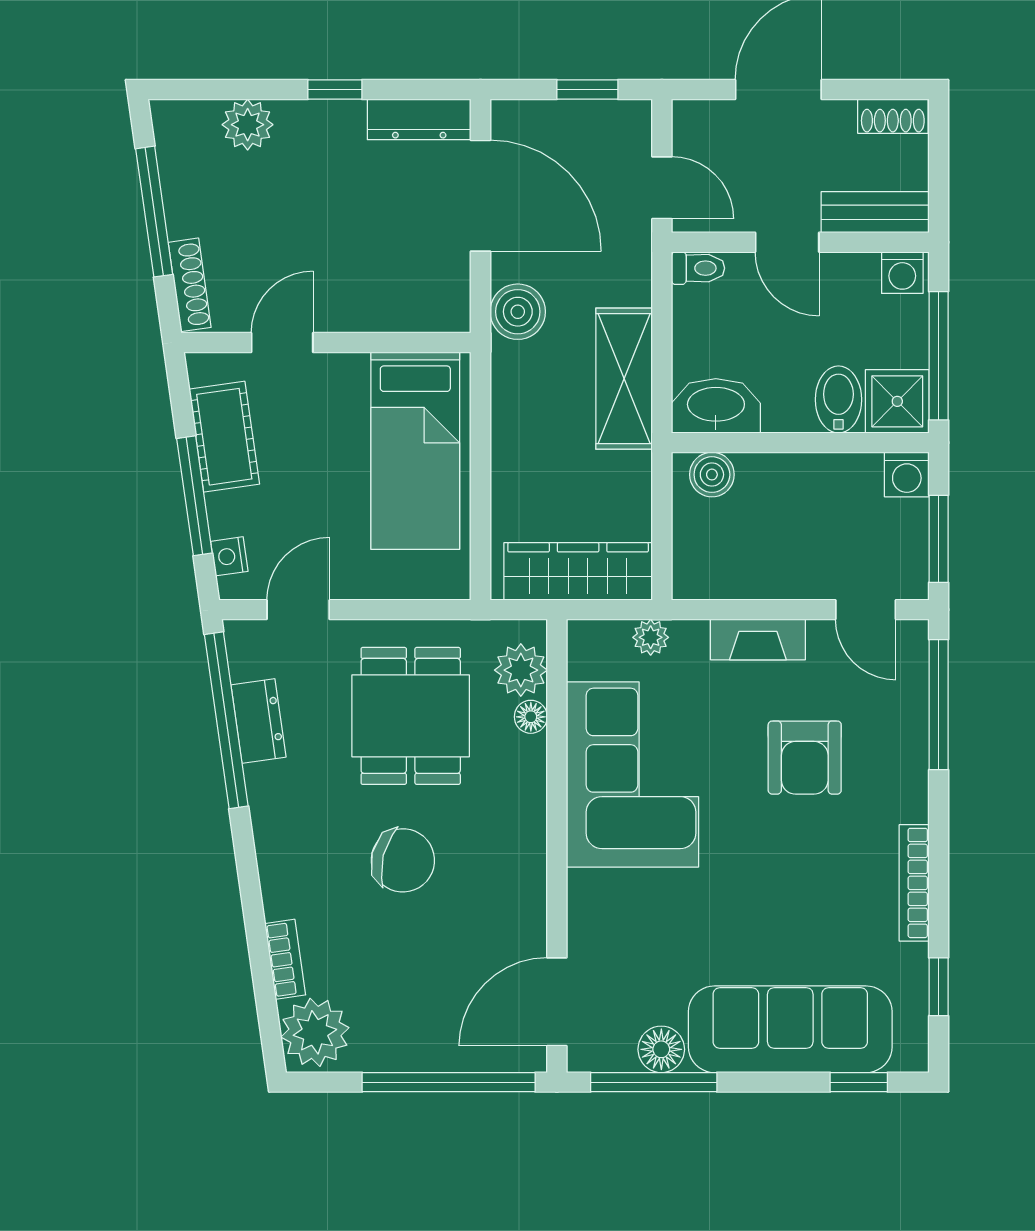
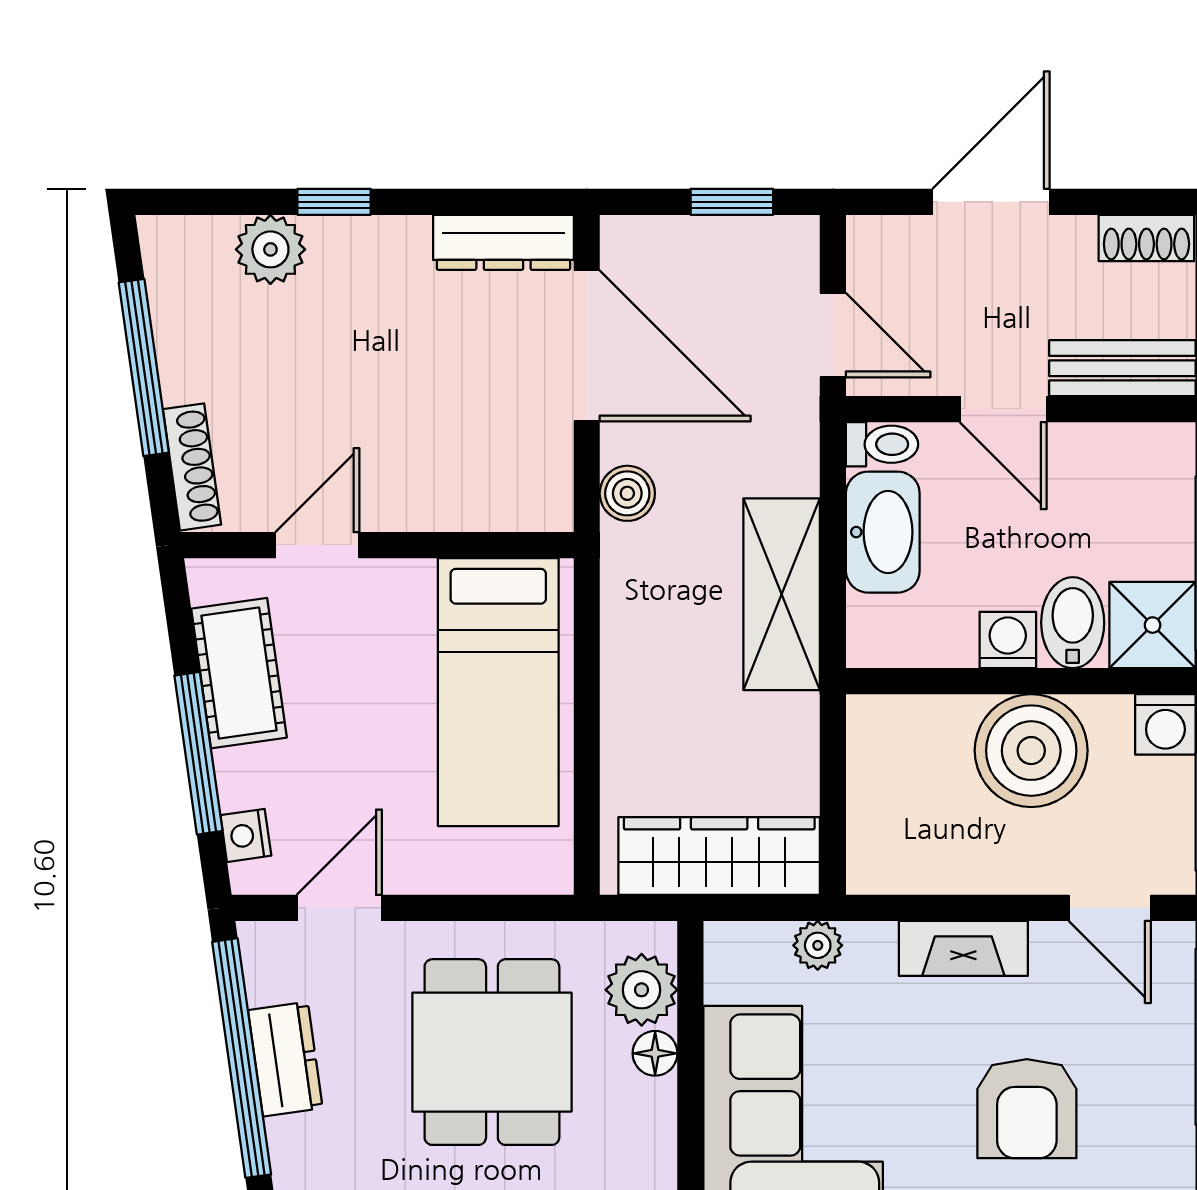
window: (335, 90) -> (334, 202), moved
washing machine: (902, 273) -> (1008, 640), moved, turned 180
boiler: (518, 312) -> (627, 493), width x0.73, depth x0.73
washbasin: (716, 406) -> (883, 532), moved, turned 90
boiler: (712, 475) -> (1031, 751), moved, width x1.86, depth x1.86

